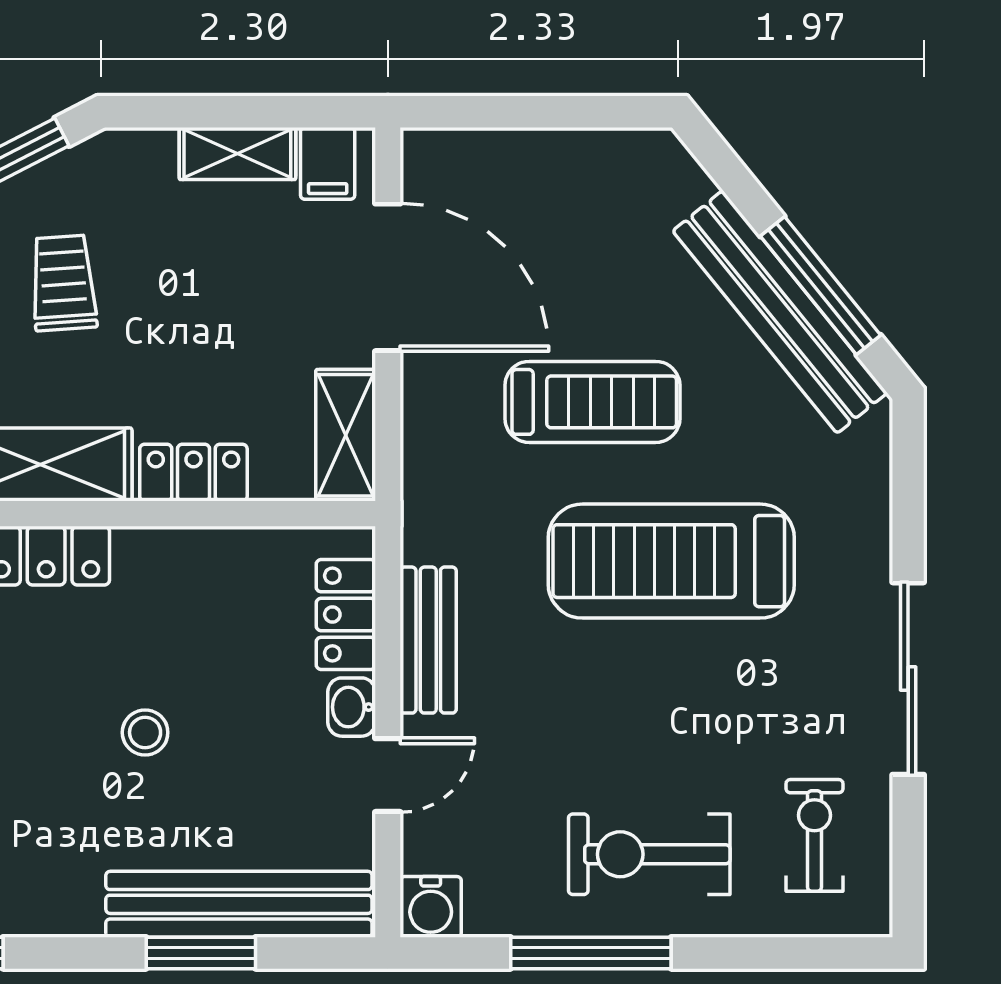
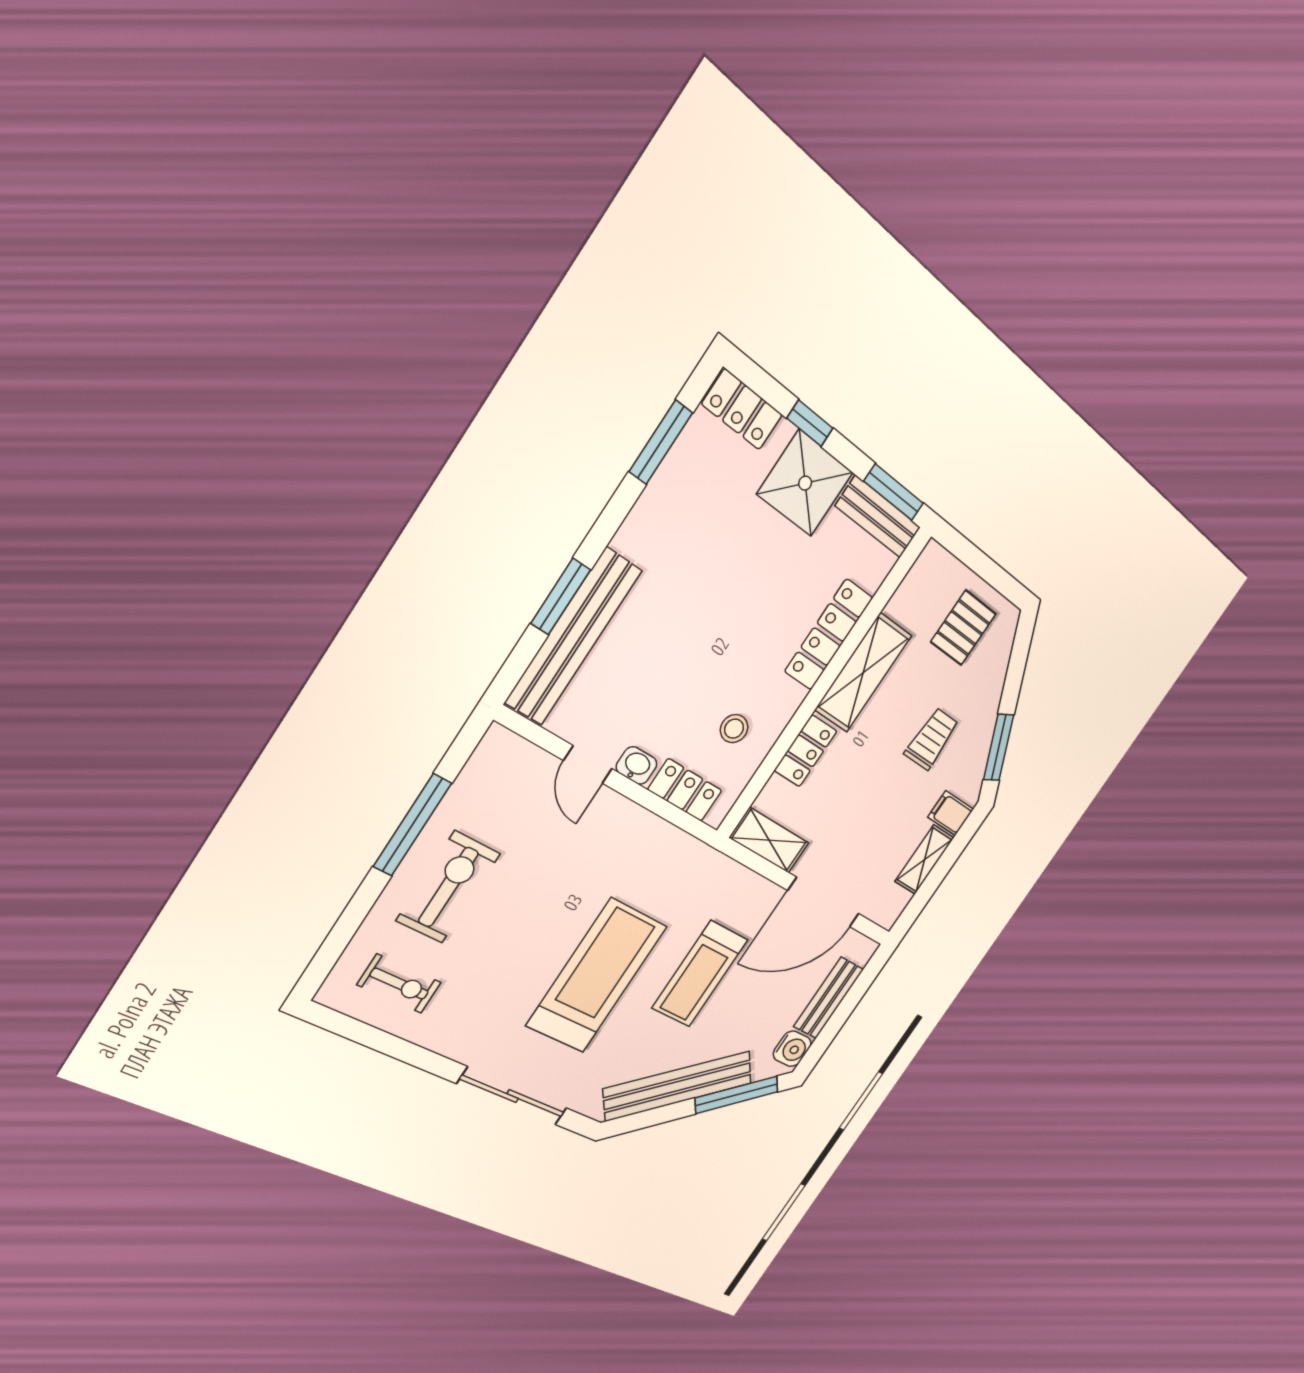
filing cabinet: (328, 163) -> (951, 813), moved
trolley: (63, 283) -> (932, 739), turned -86
window: (820, 286) -> (737, 1095), moved
bench: (428, 640) -> (828, 998), moved, turned 90
sliding door: (908, 679) -> (513, 1096), moved
stool: (145, 732) -> (734, 729), moved
water cooler: (431, 907) -> (792, 1049), moved, turned 180

